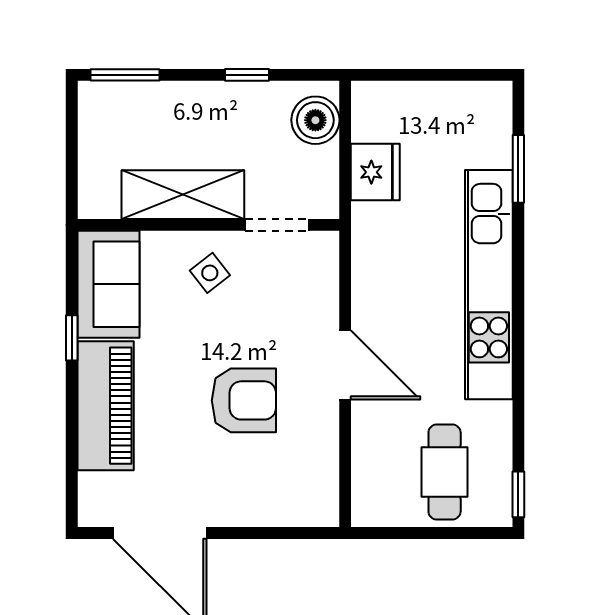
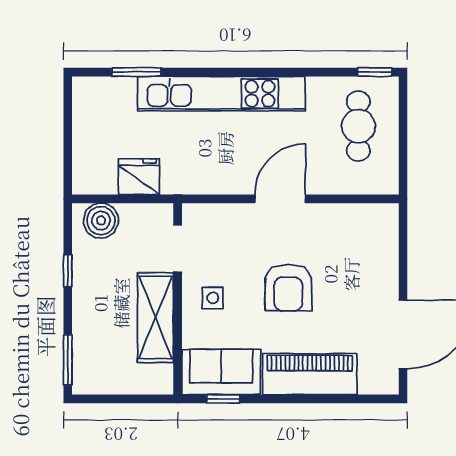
side table: (210, 273) -> (213, 298), turned 38
window: (72, 338) -> (223, 399), moved
armchair: (244, 400) -> (288, 288), moved, turned 180
cafe table: (445, 472) -> (358, 126), turned 90

